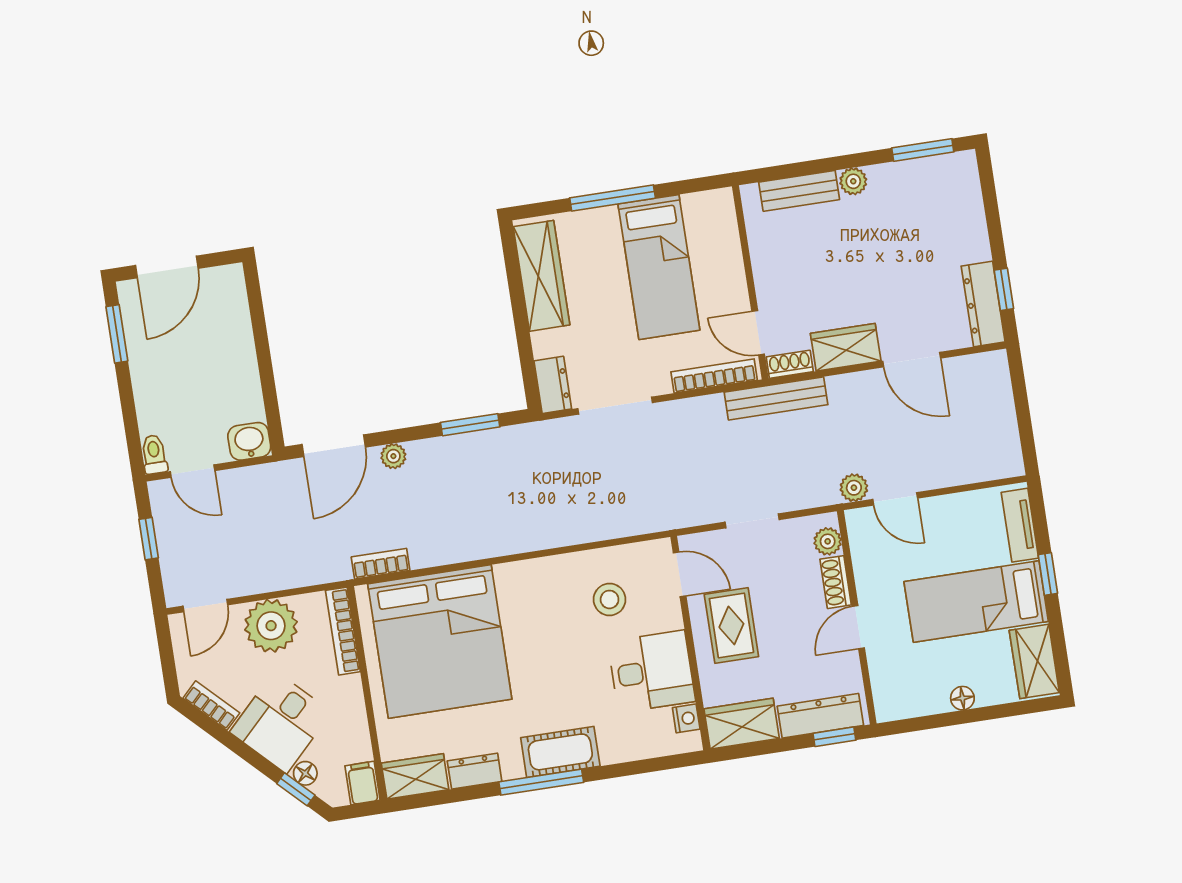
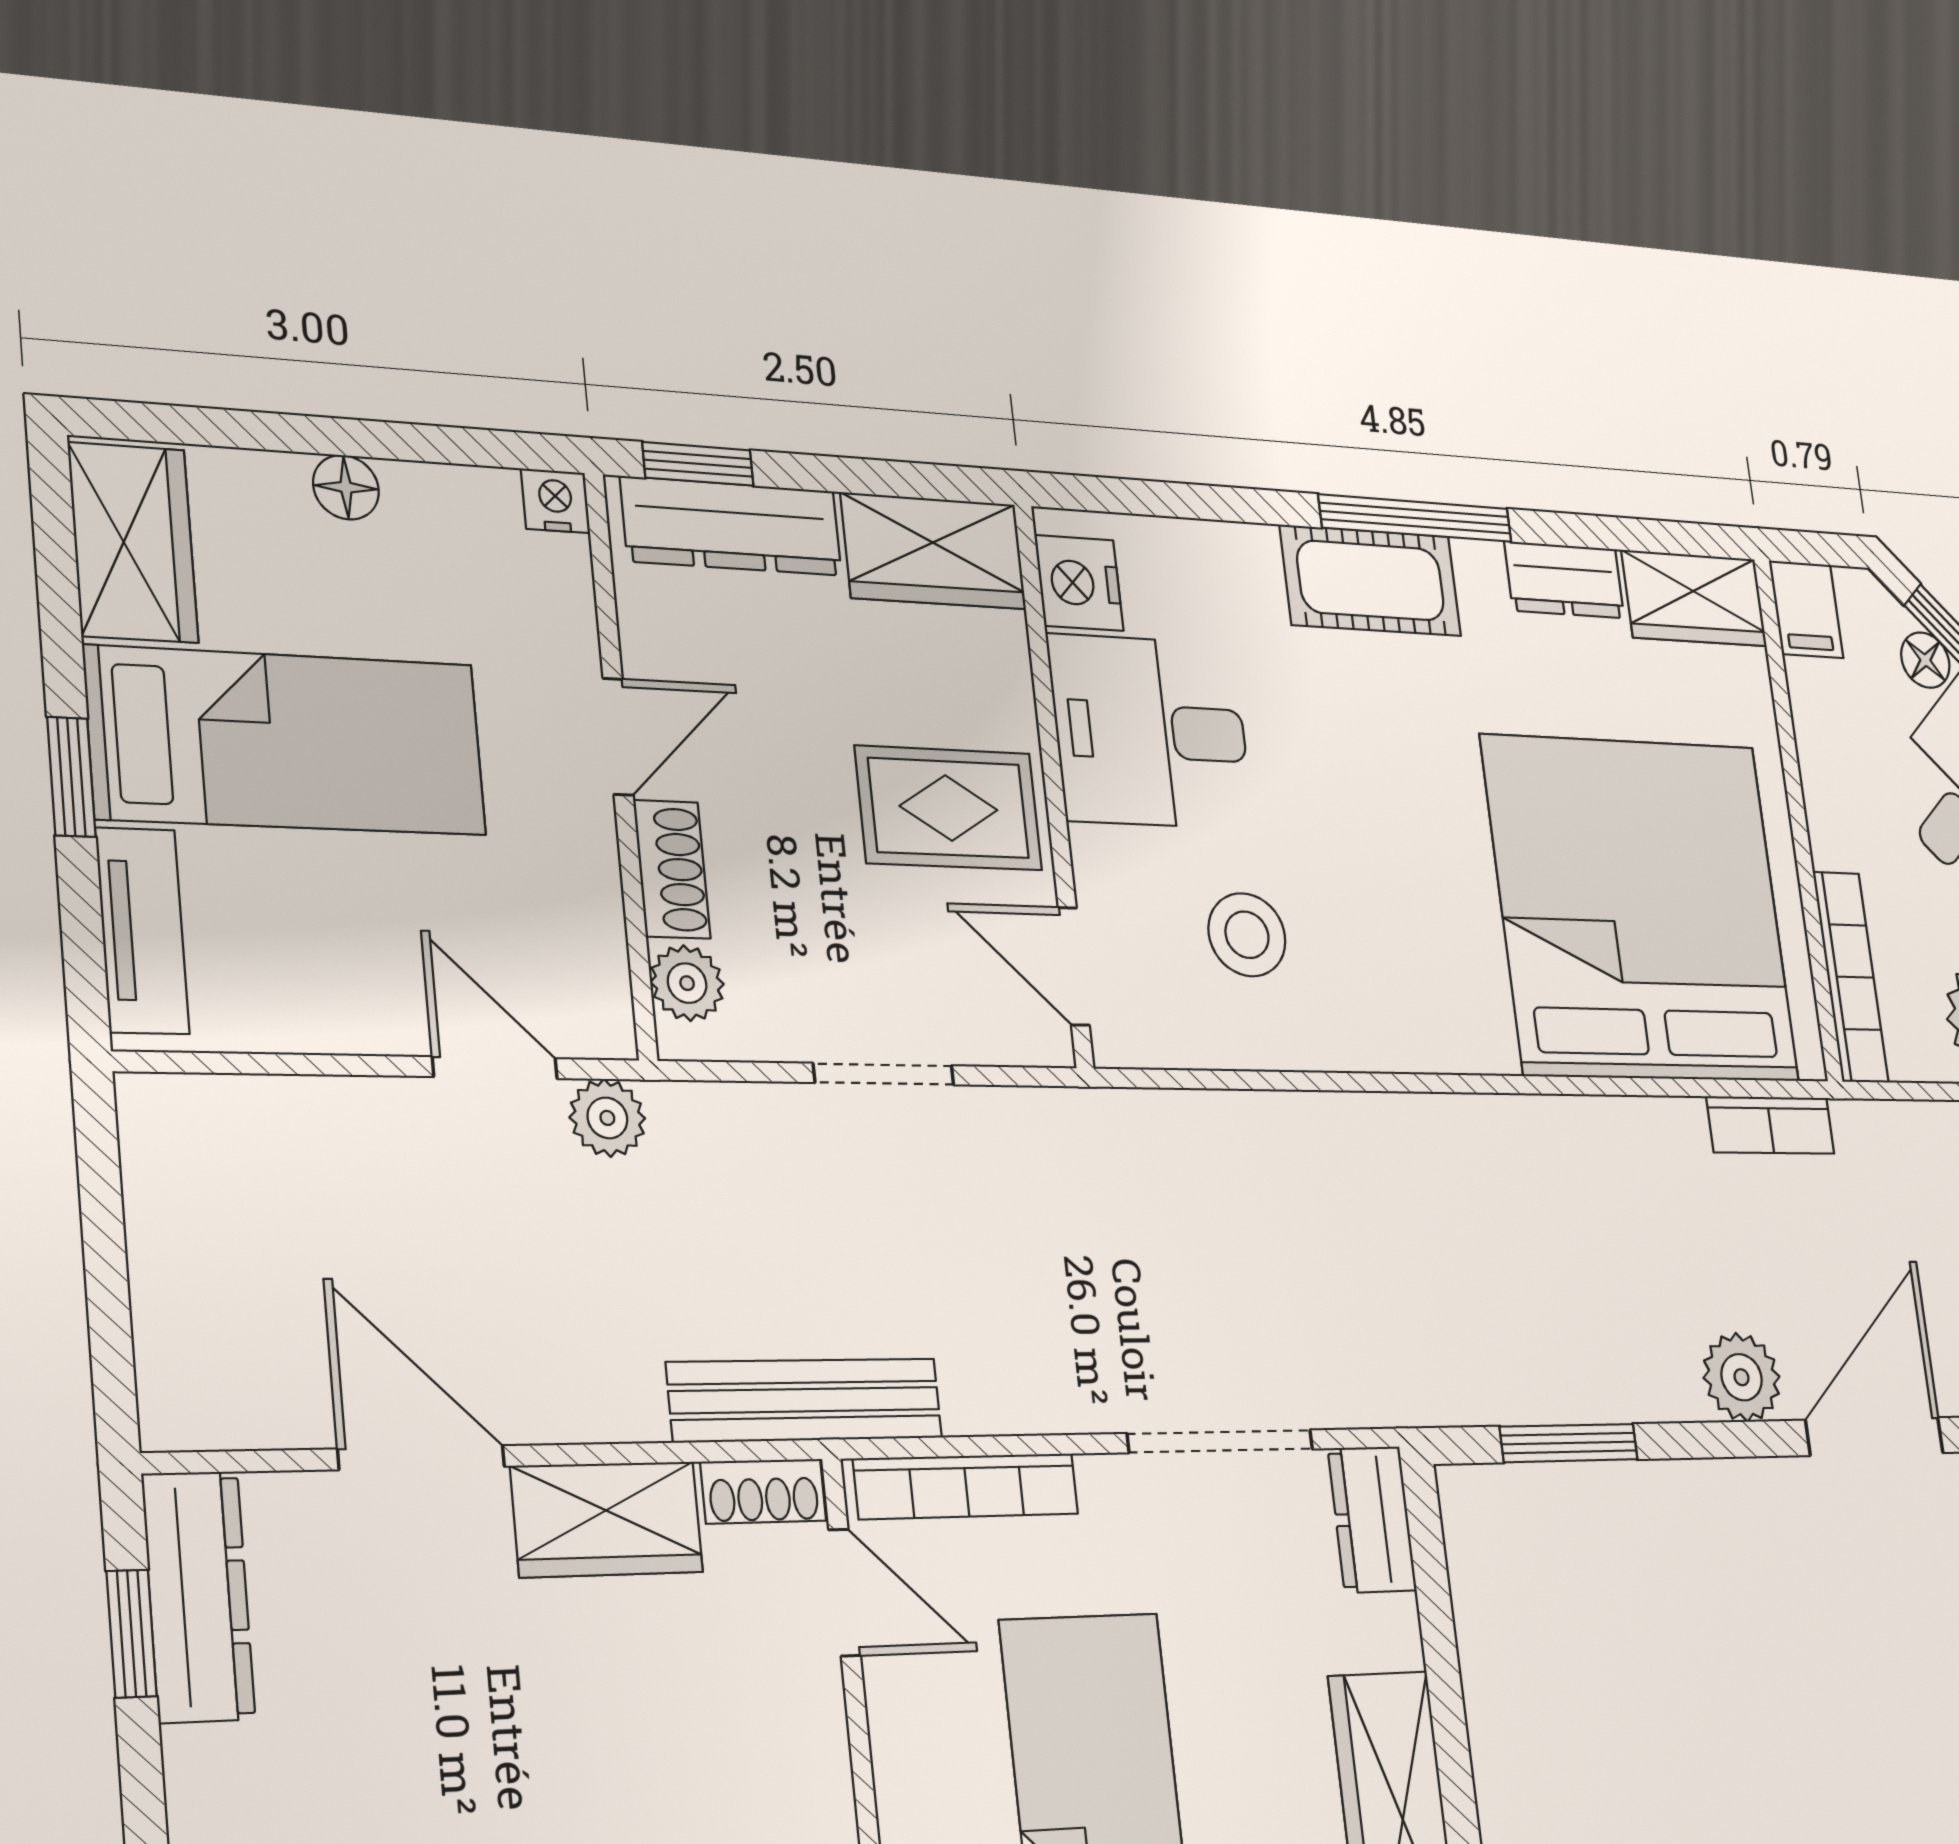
plant: (393, 456) -> (1742, 1377), width x1.38, depth x1.38
rug: (731, 625) -> (949, 808), turned 90
nightstand: (887, 710) -> (556, 501), added
nightstand: (686, 718) -> (1079, 583), width x1.39, depth x1.35

